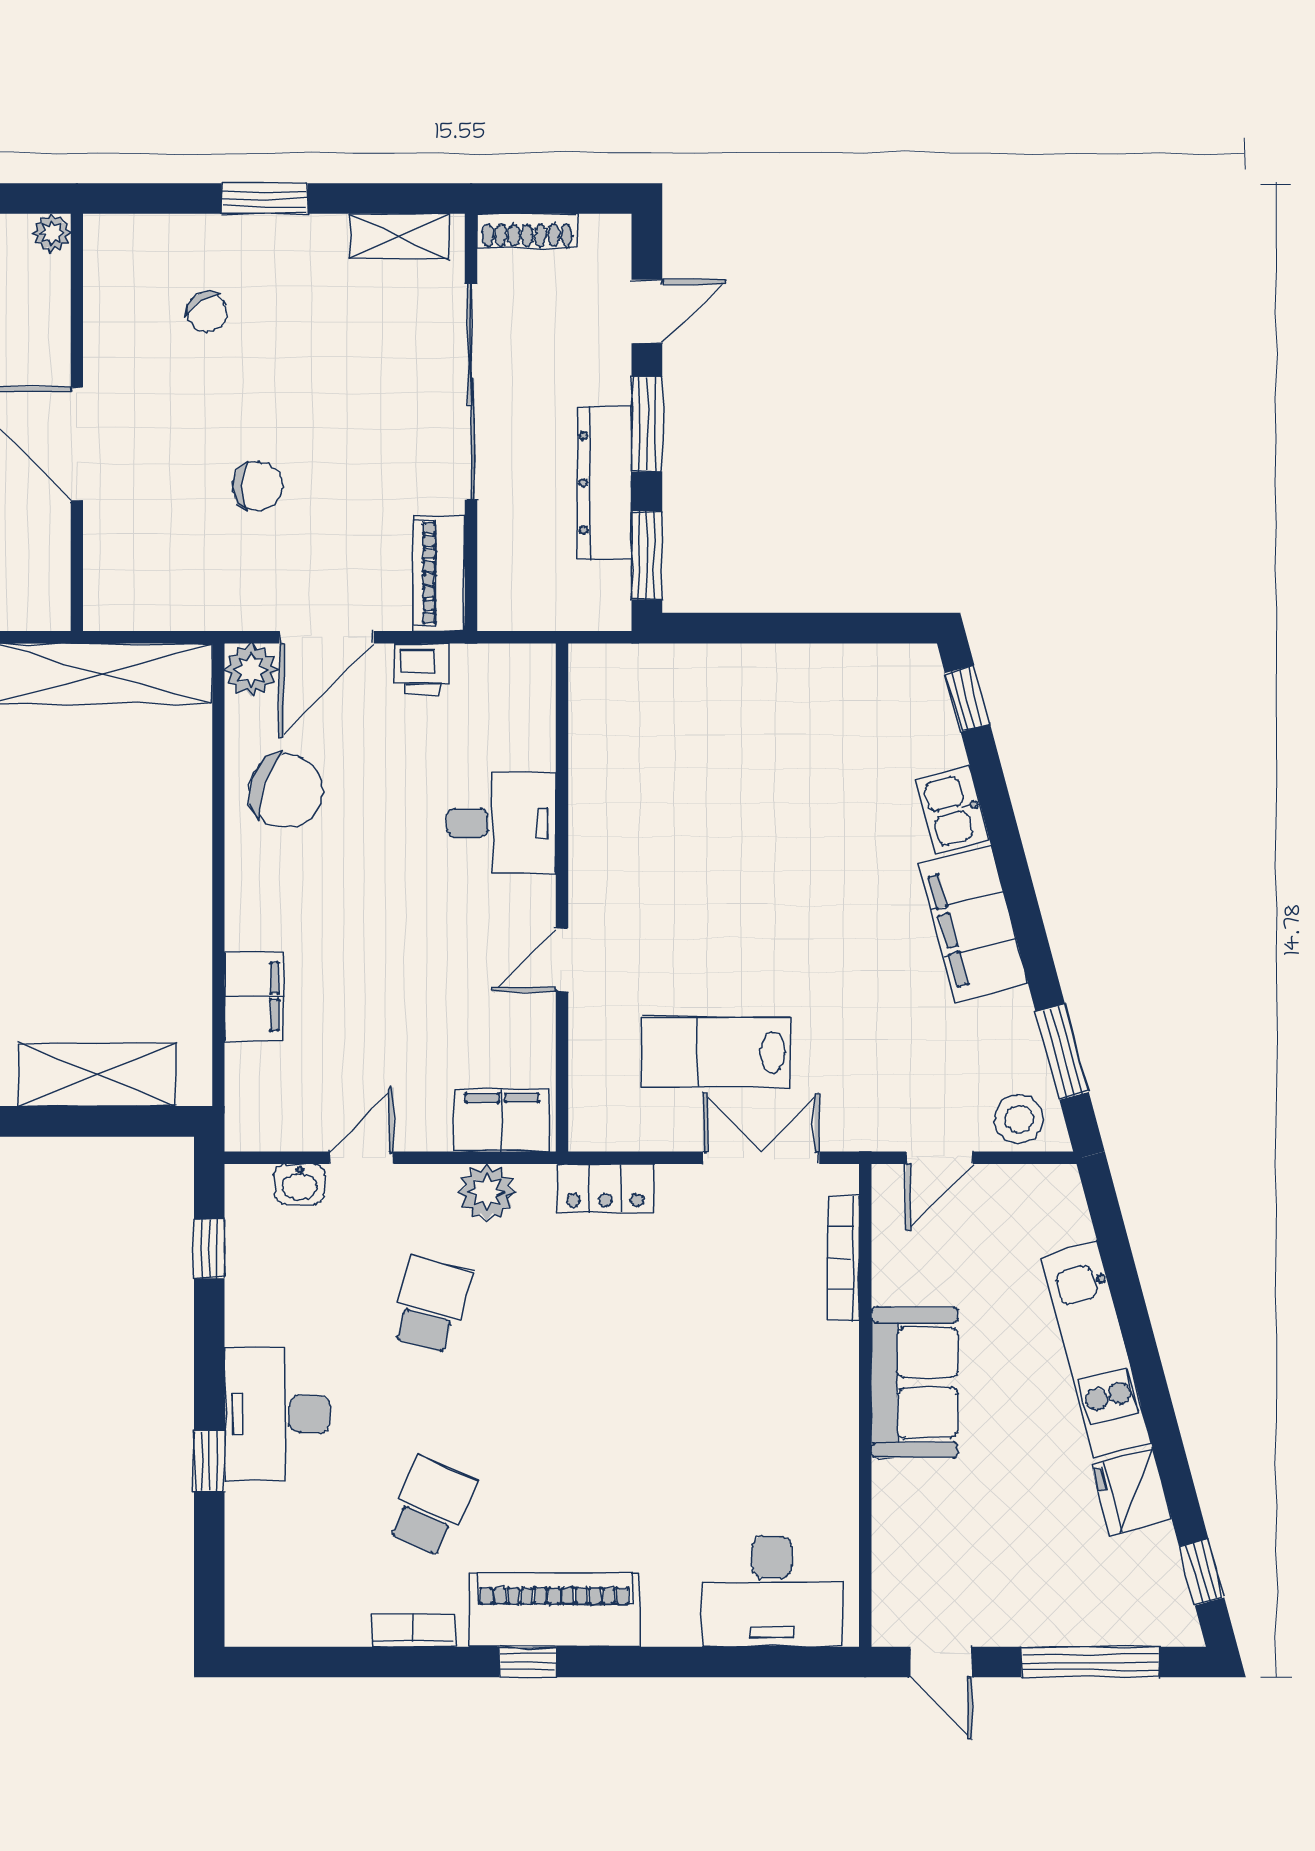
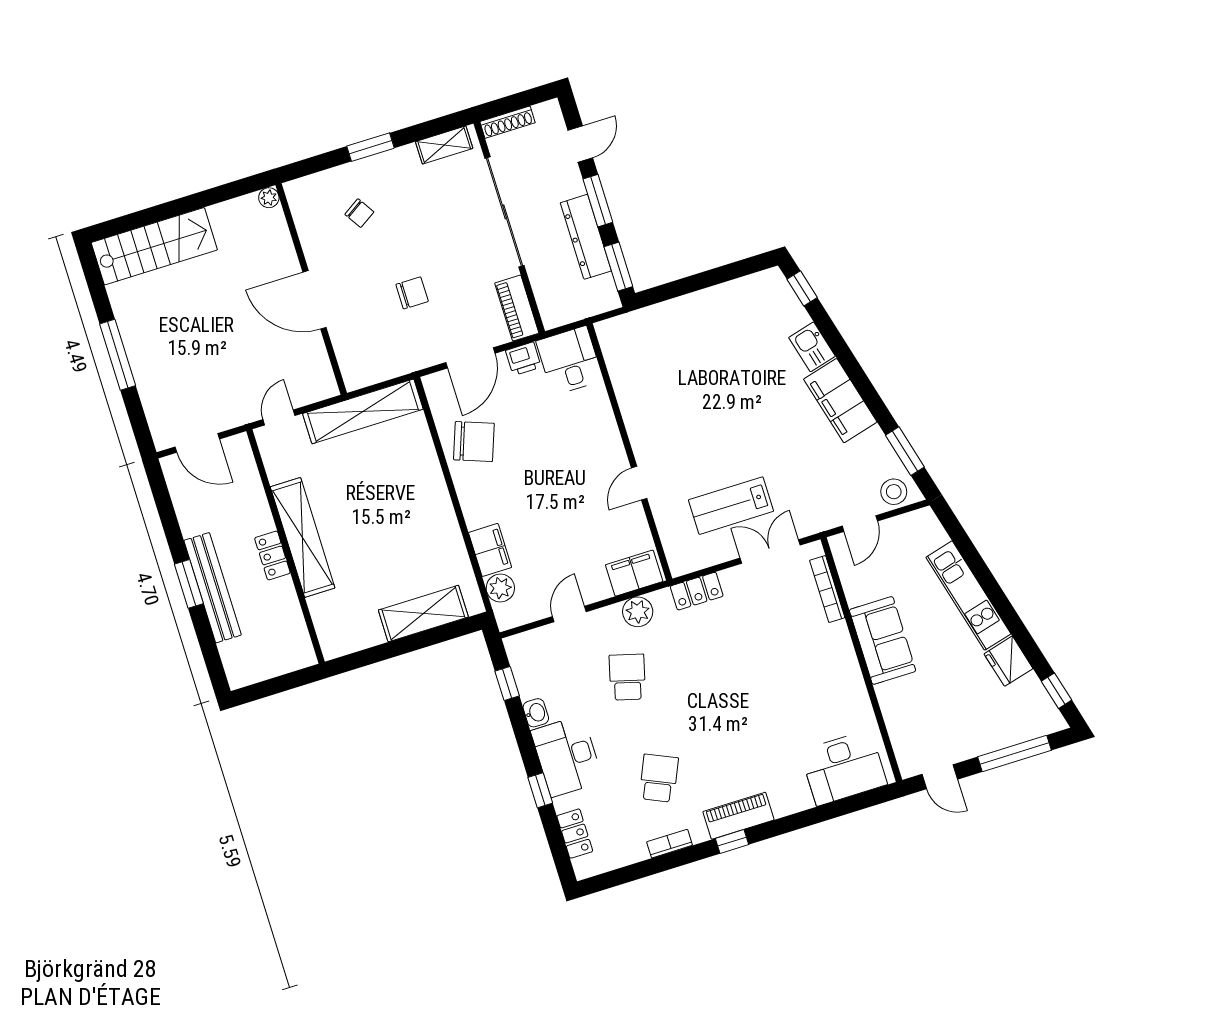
plant: (251, 670) -> (500, 588), moved
desk: (501, 823) -> (570, 361), moved, turned -90
washbasin: (300, 1184) -> (536, 713), moved, turned -90
locker: (247, 1559) -> (575, 834), added
piano: (554, 1610) -> (738, 816), width x0.73, depth x0.75

